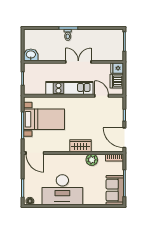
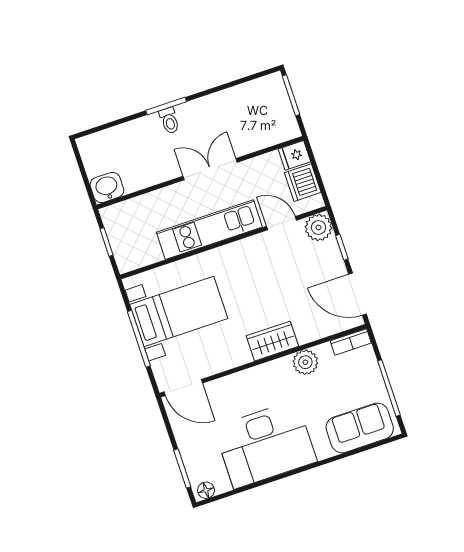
plant: (117, 103) -> (319, 227), added
sofa: (115, 190) -> (360, 428), moved, turned 90

